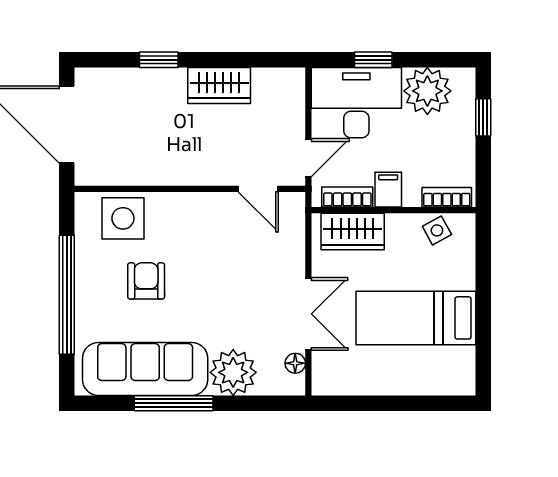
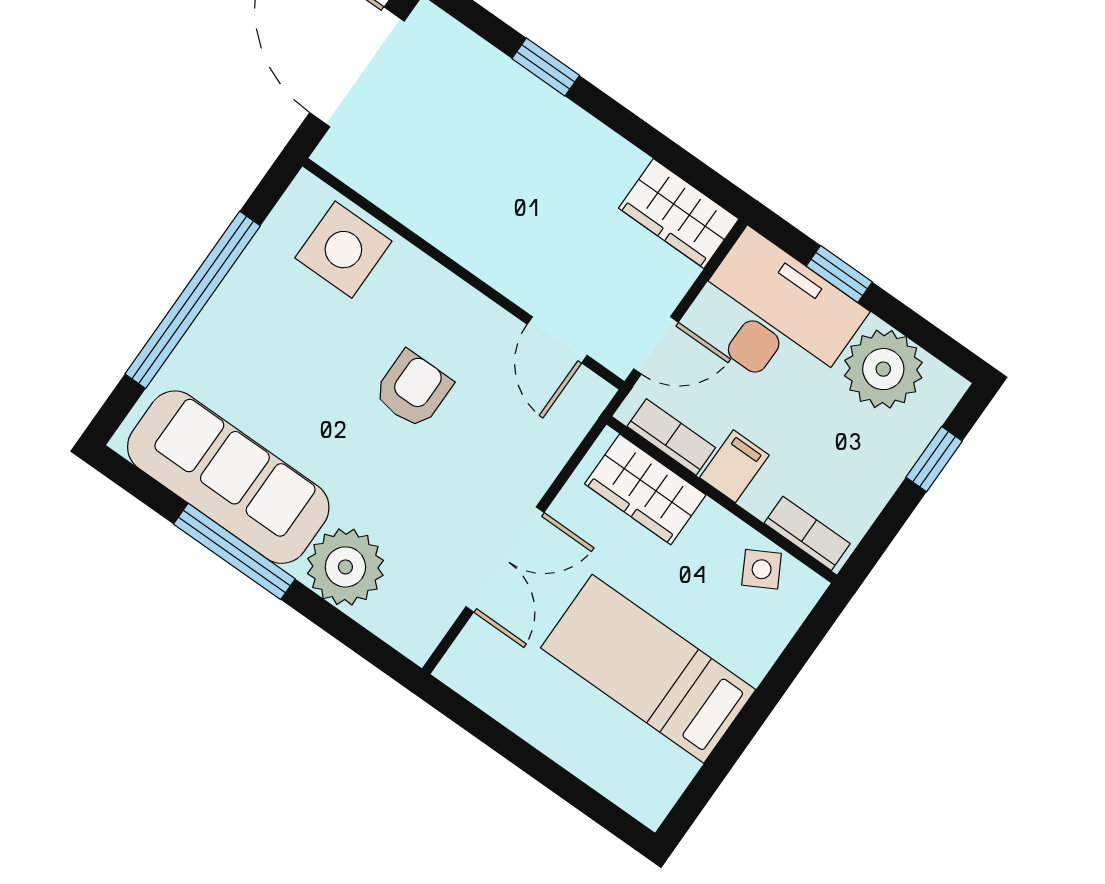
wardrobe: (219, 85) -> (679, 213), moved
armchair: (146, 281) -> (413, 389), moved
floor lamp: (295, 363) -> (439, 614), removed

